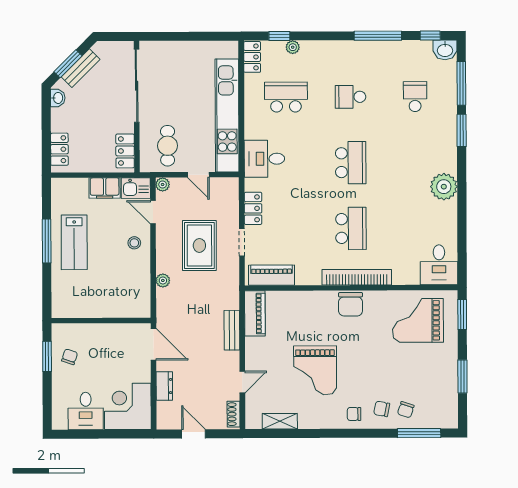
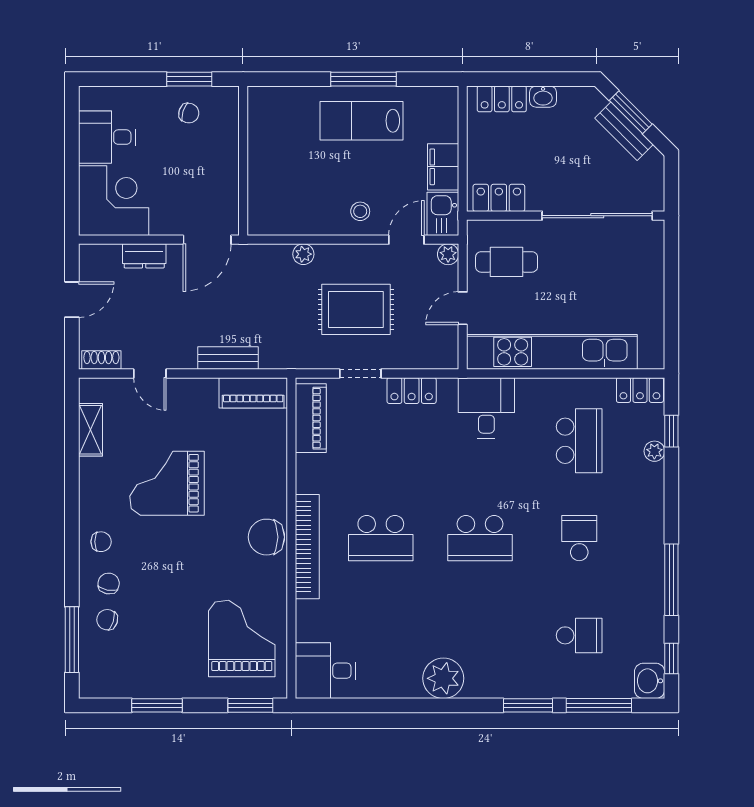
washbasin: (58, 98) -> (543, 97), moved
chair: (354, 414) -> (101, 542), turned 90

